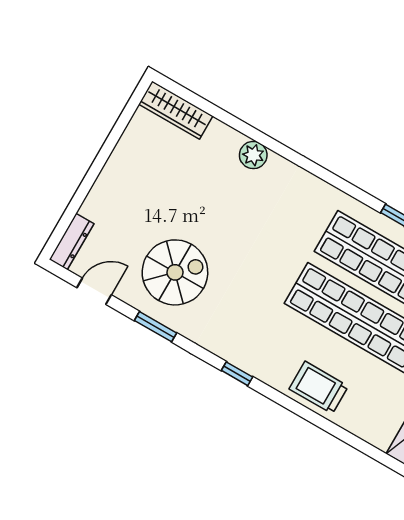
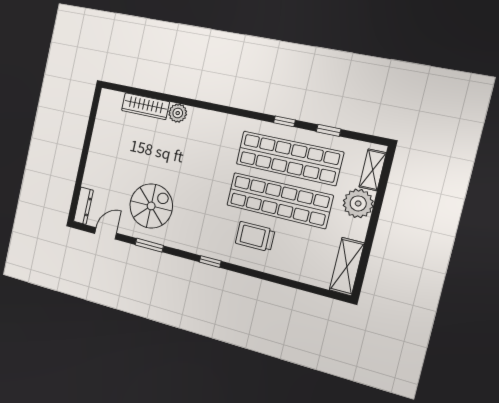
wardrobe: (176, 110) -> (145, 106), moved
trolley: (319, 388) -> (255, 237), moved

